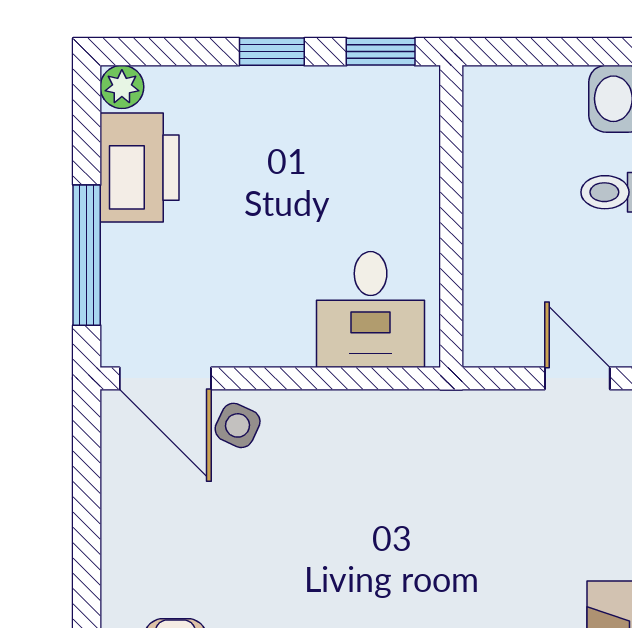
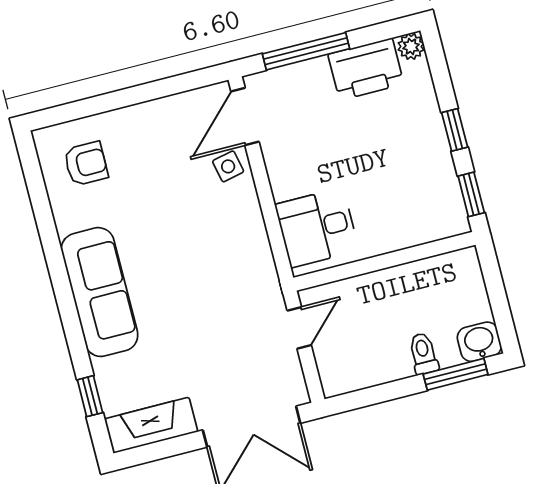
door: (577, 378) -> (299, 328), moved
side table: (238, 425) -> (228, 166), turned -37

